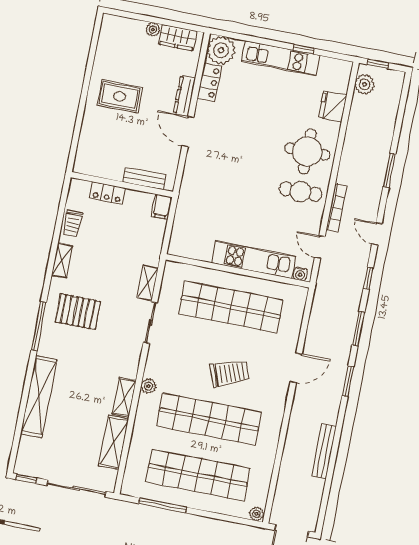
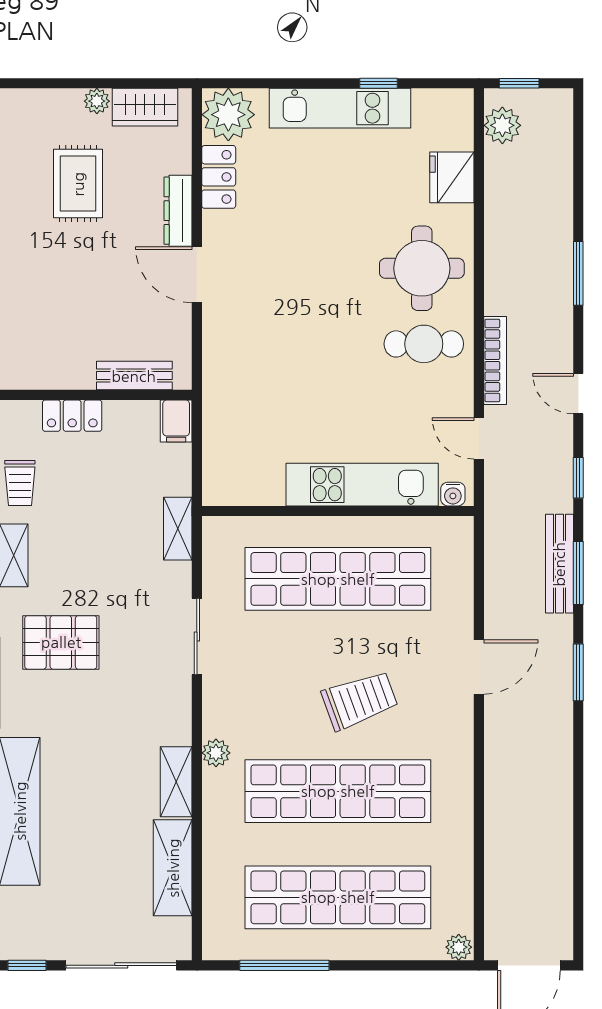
rug: (120, 96) -> (78, 184), moved, turned 90
shelving: (148, 283) -> (178, 529), moved
bench: (324, 451) -> (559, 564), moved

